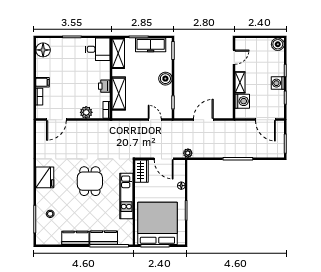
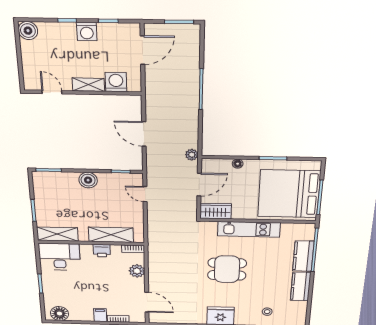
freezer: (151, 45) -> (43, 197), removed
desk: (98, 49) -> (59, 257), width x1.37
door: (155, 120) -> (145, 194), hinge flipped

